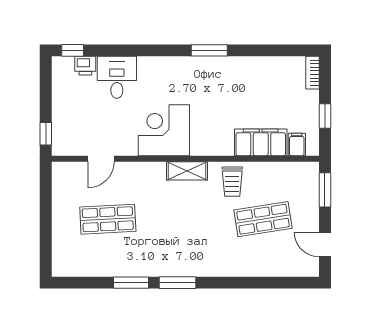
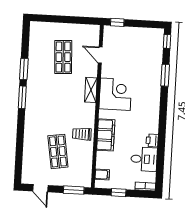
window: (209, 50) -> (165, 75), moved
printer: (85, 66) -> (152, 140), moved
desk: (117, 77) -> (144, 159), moved
filing cabinet: (261, 142) -> (106, 135), moved
shelving: (187, 171) -> (91, 90), moved
door: (325, 245) -> (40, 188), swing flipped

